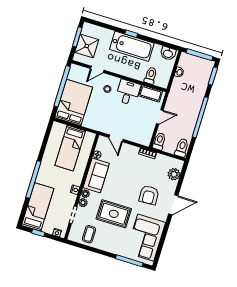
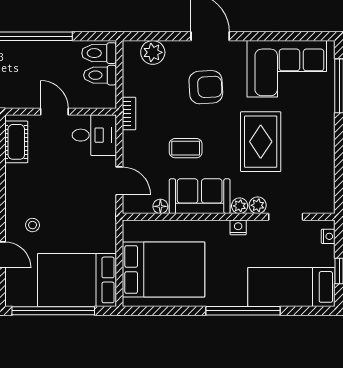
desk: (128, 92) -> (94, 135), moved, turned 180
door: (116, 138) -> (119, 181), hinge flipped
toilet: (159, 141) -> (100, 75), moved
bed: (70, 148) -> (164, 269), width x1.50
coffee table: (89, 234) -> (186, 148), moved

